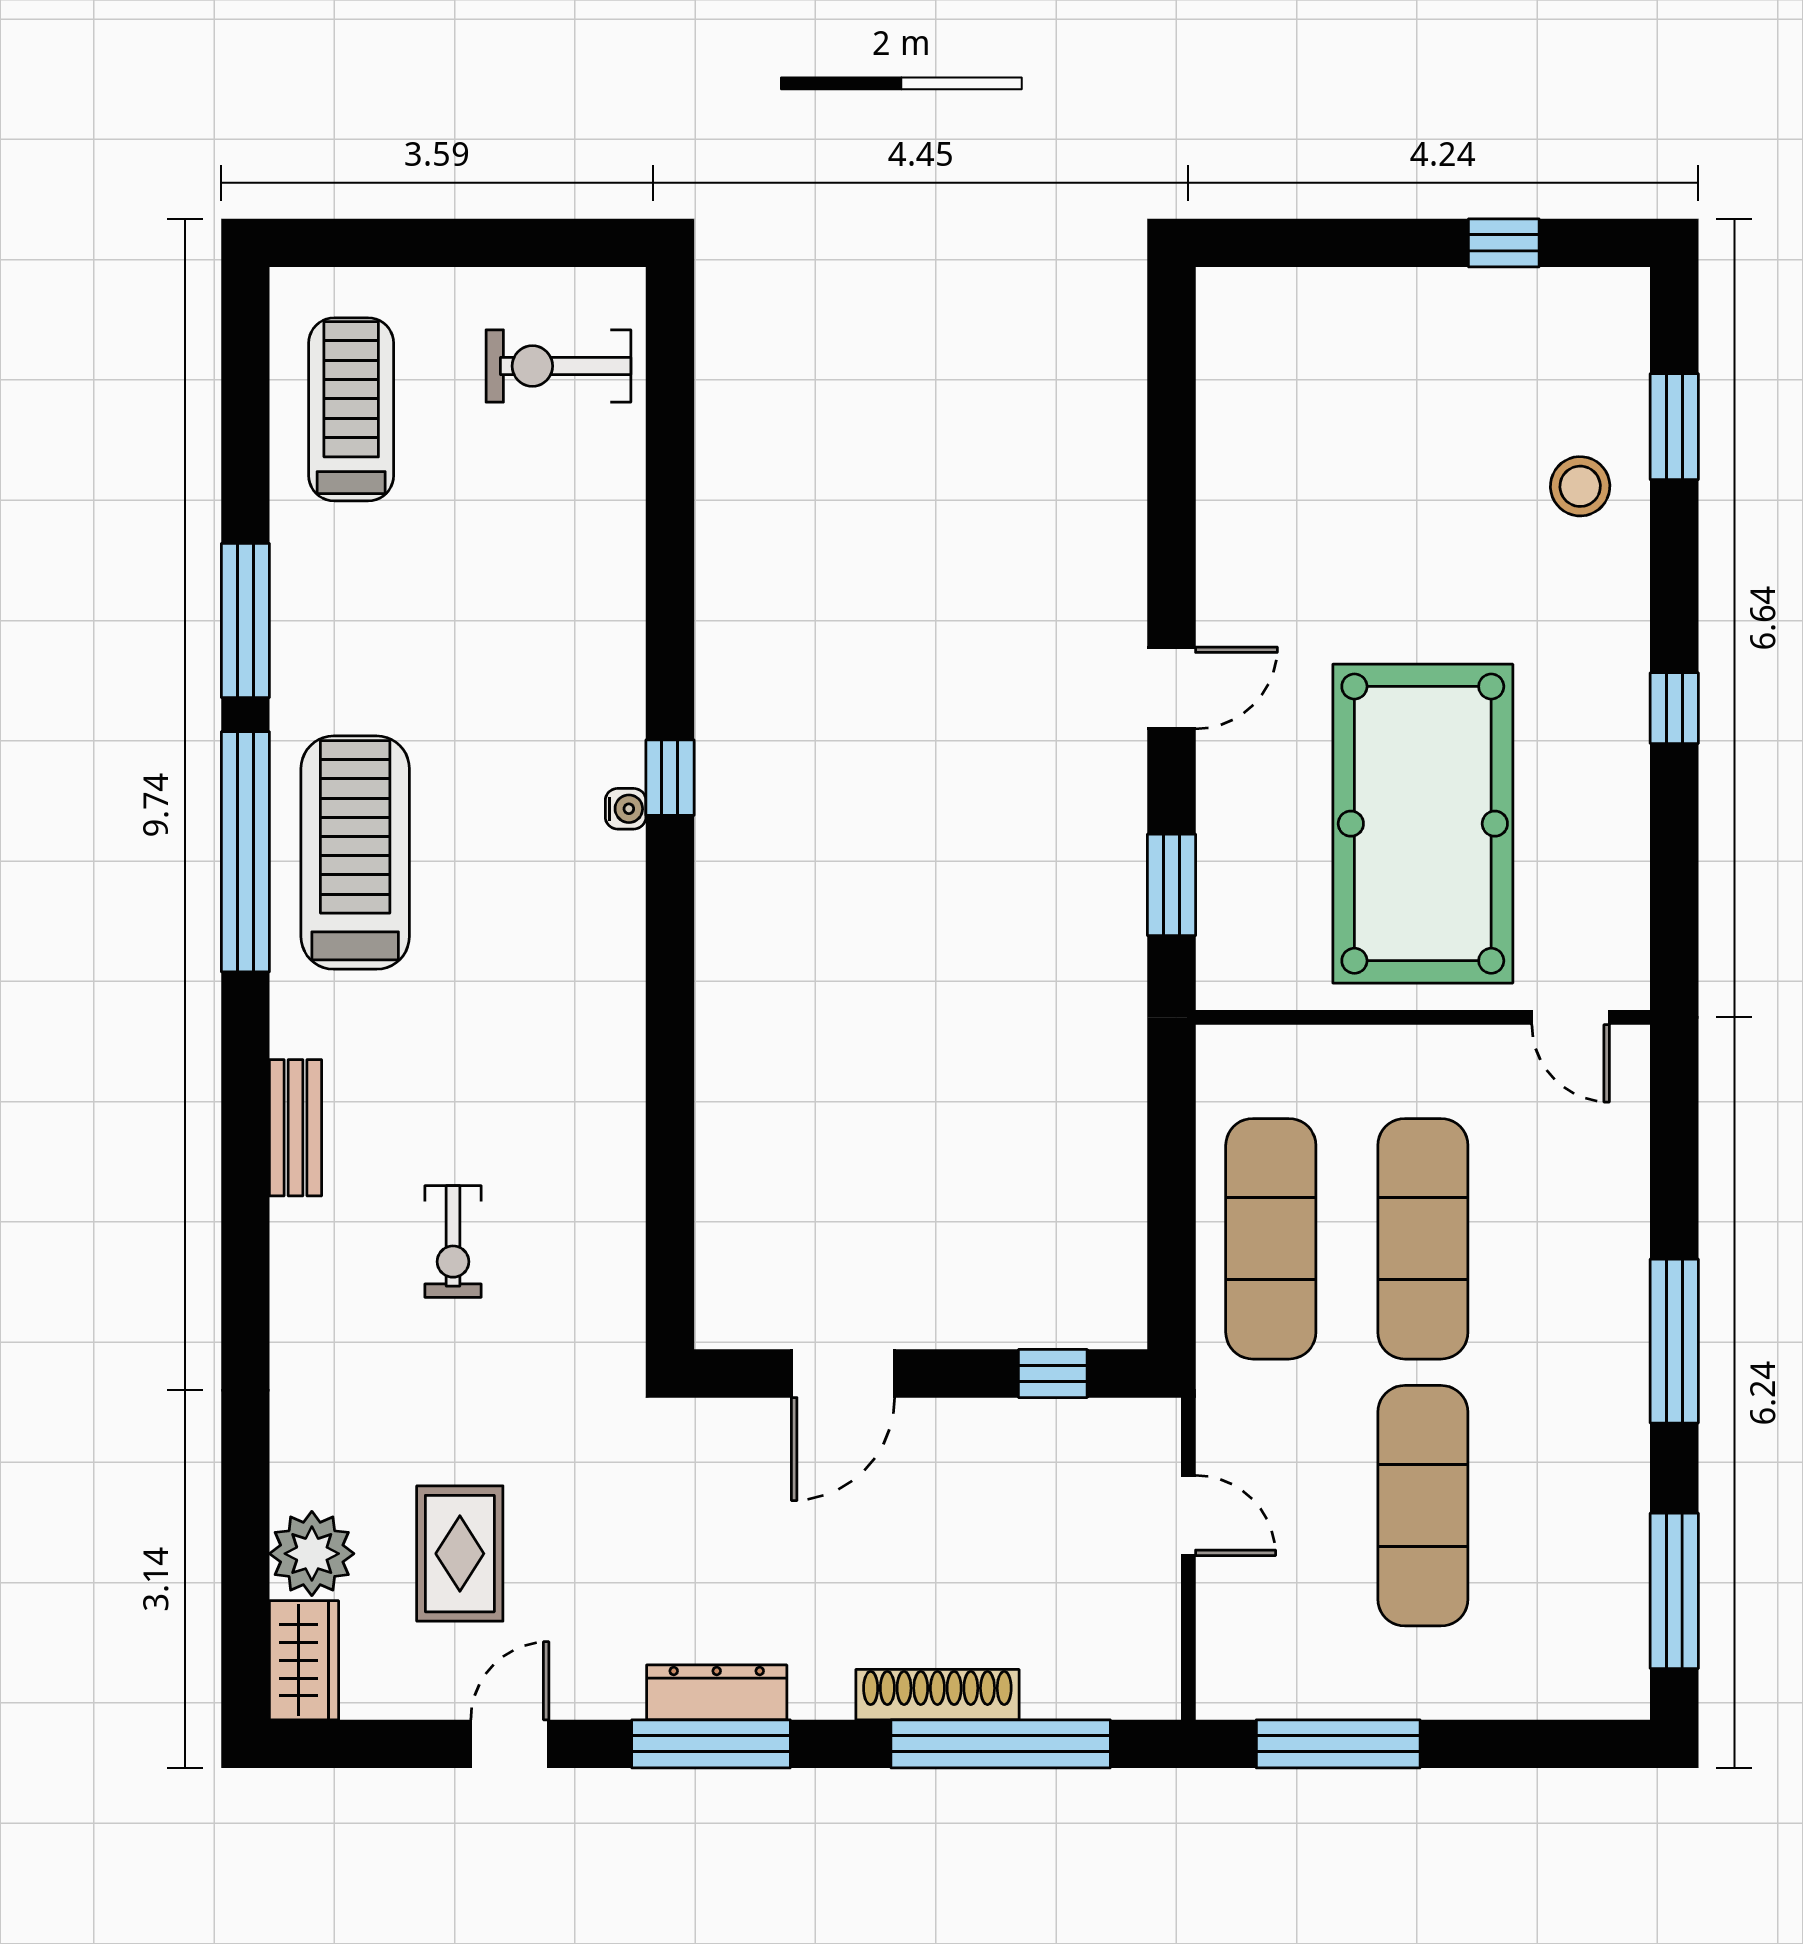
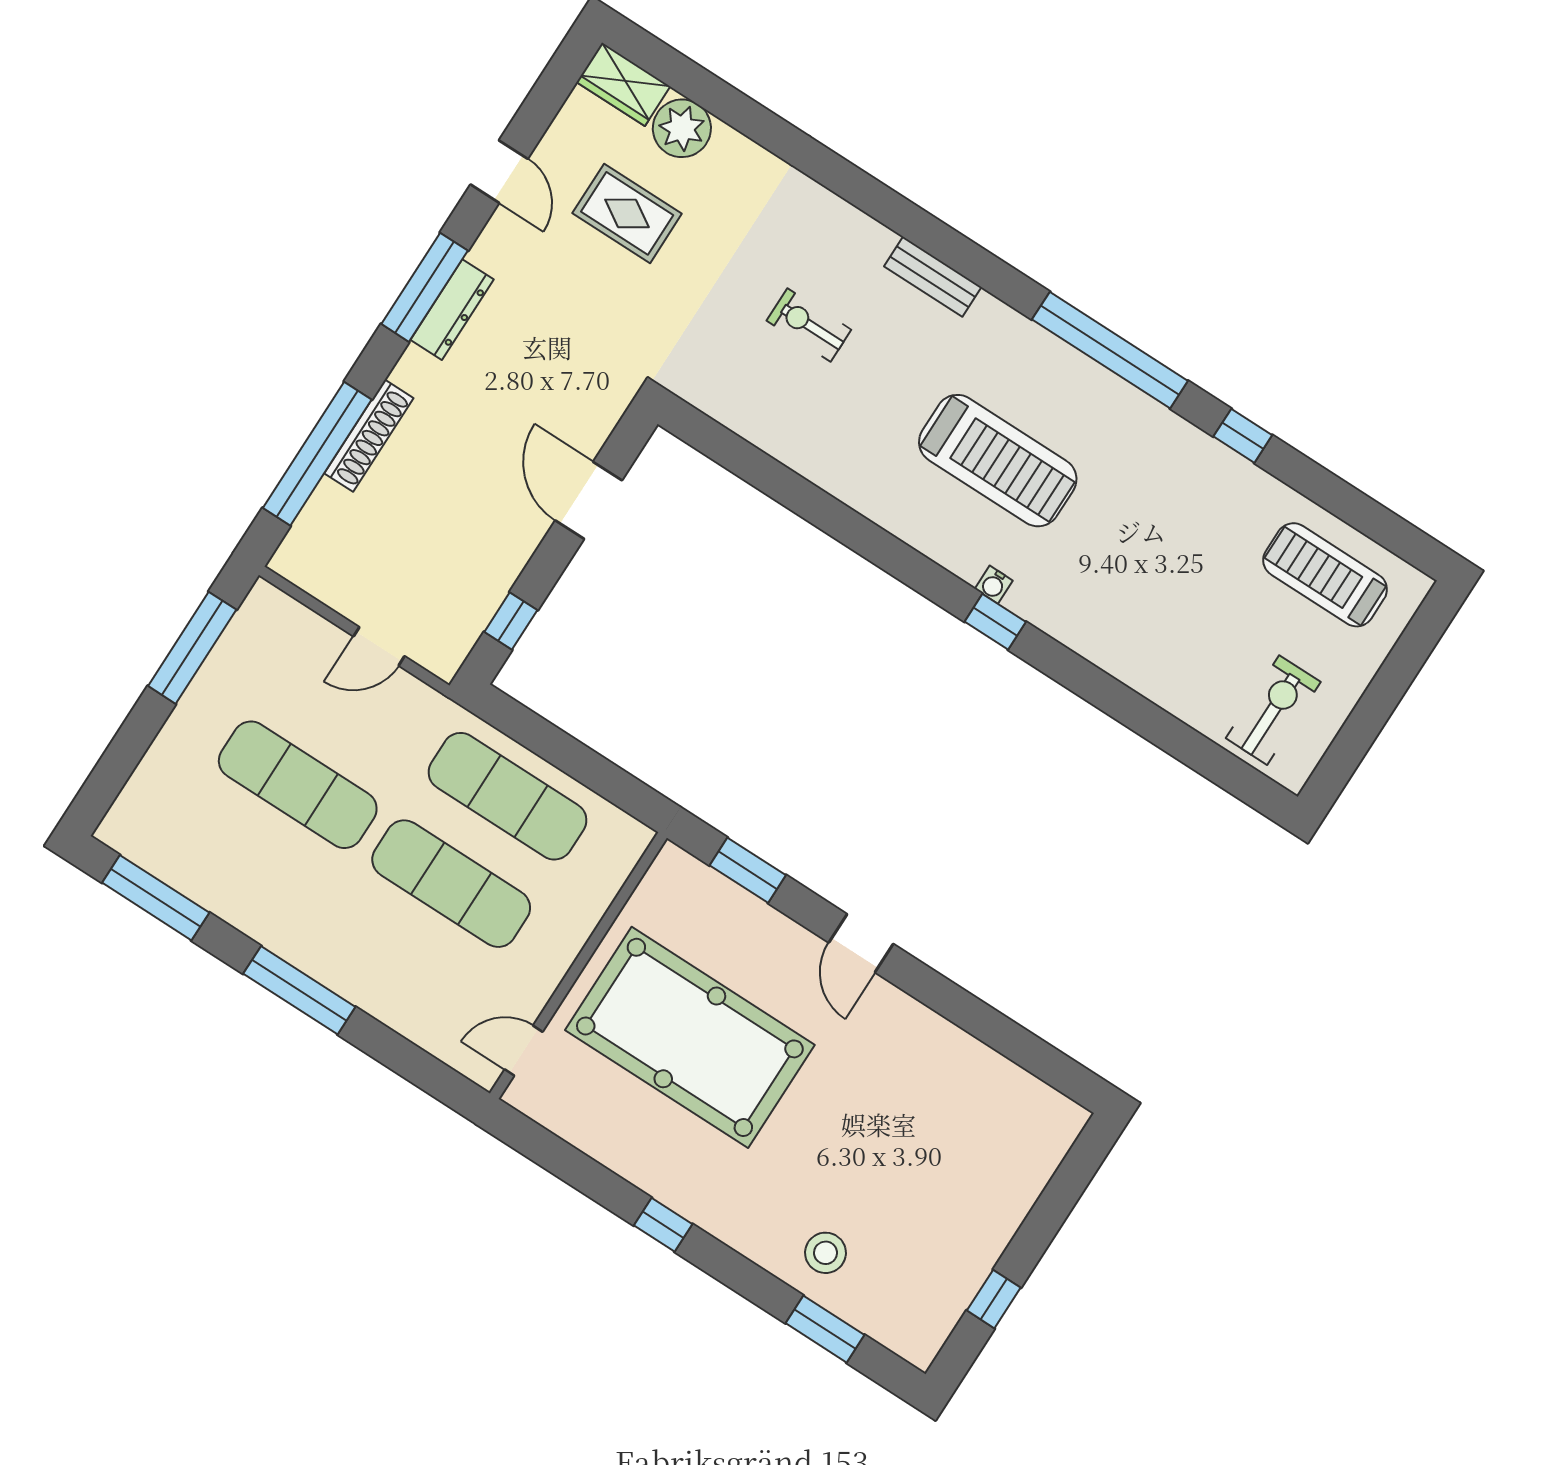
treadmill: (351, 409) -> (1325, 575), turned 180
window: (245, 620) -> (1243, 436), width x0.46
treadmill: (355, 853) -> (998, 461), moved

